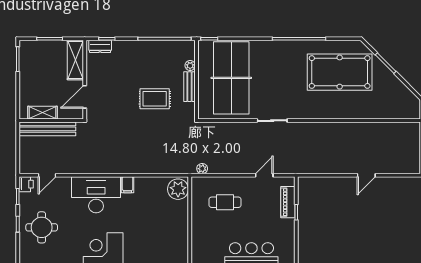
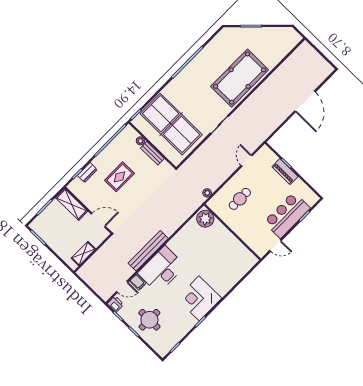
dresser: (100, 46) -> (87, 173), moved
pool table: (340, 72) -> (240, 78), moved
door: (85, 97) -> (98, 220), swing flipped
rug: (155, 99) -> (119, 177), moved
bench: (47, 129) -> (148, 251), moved
door: (47, 175) -> (122, 287), hinge flipped
door: (366, 175) -> (305, 101), width x1.88
filing cabinet: (128, 185) -> (138, 282), moved
piano: (288, 202) -> (285, 172), moved

